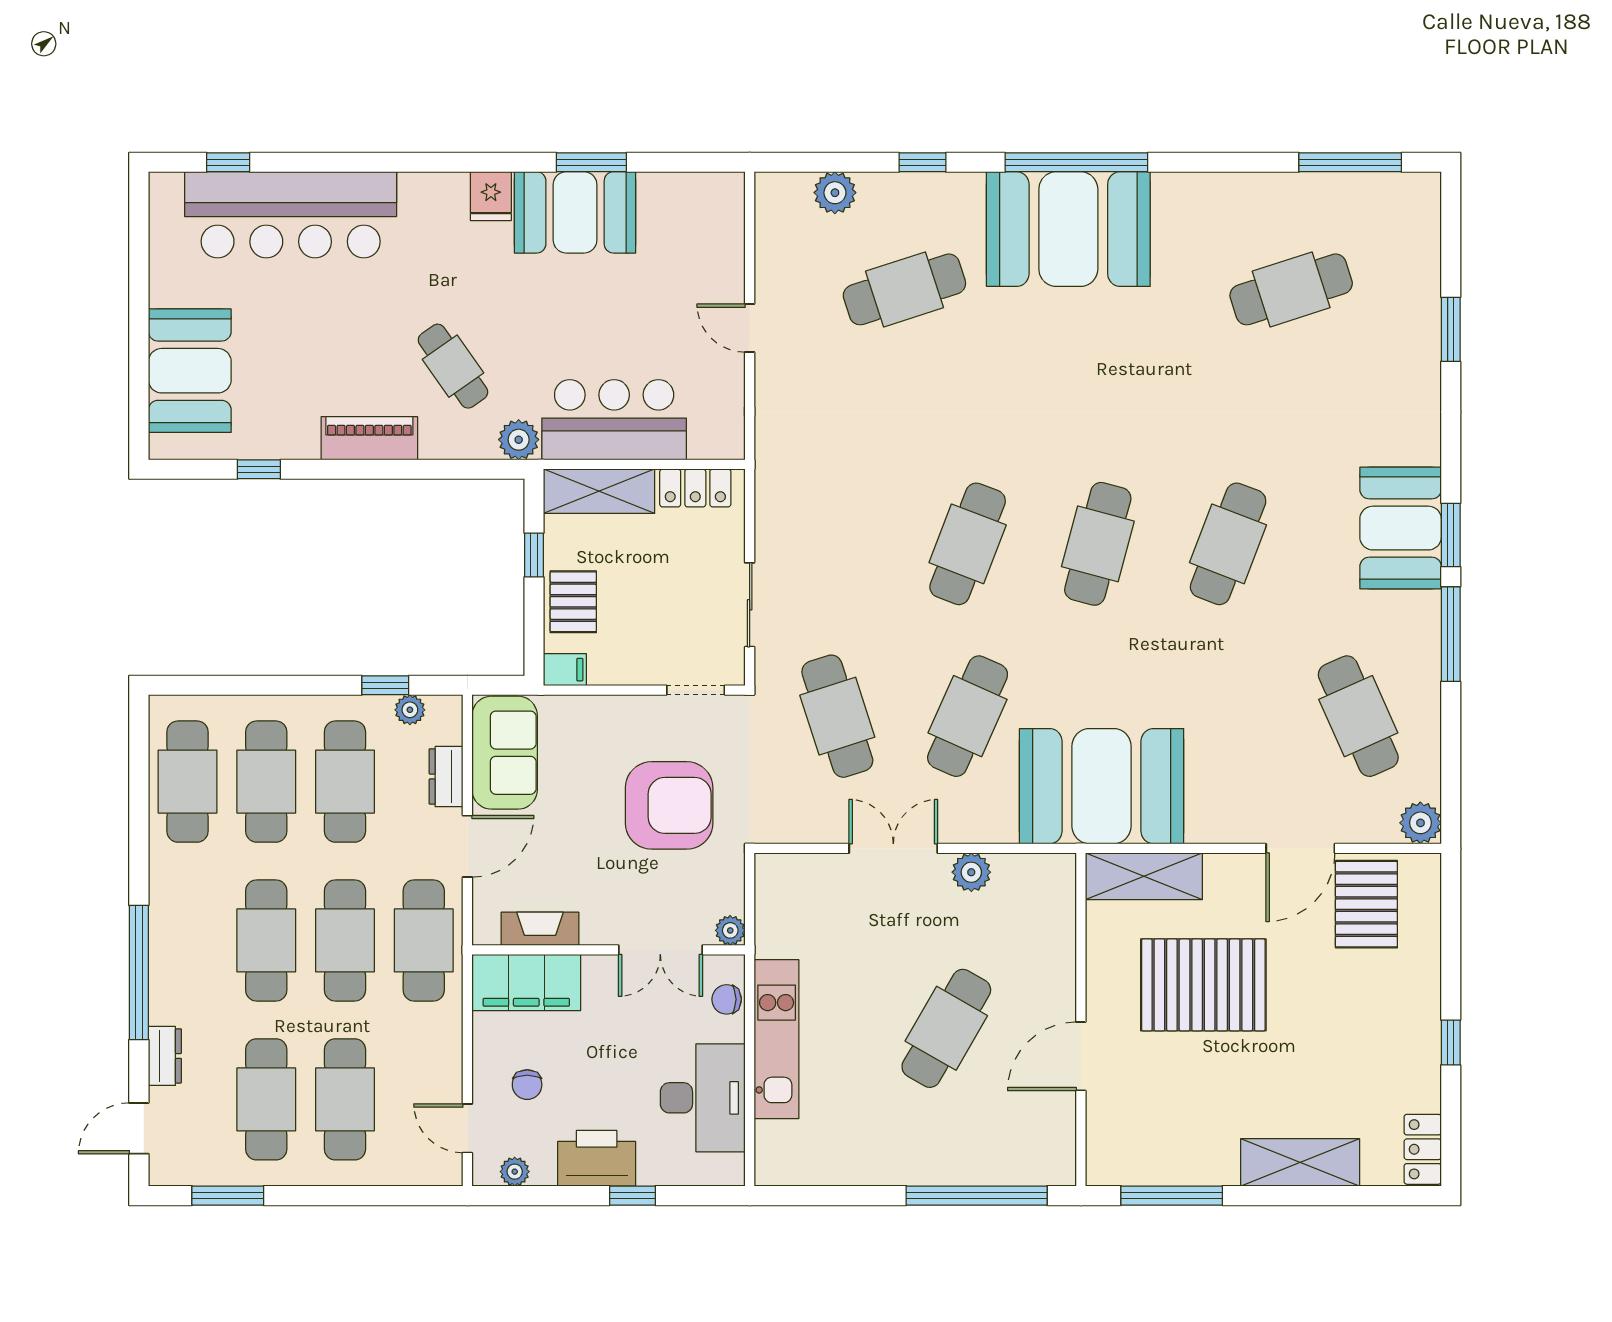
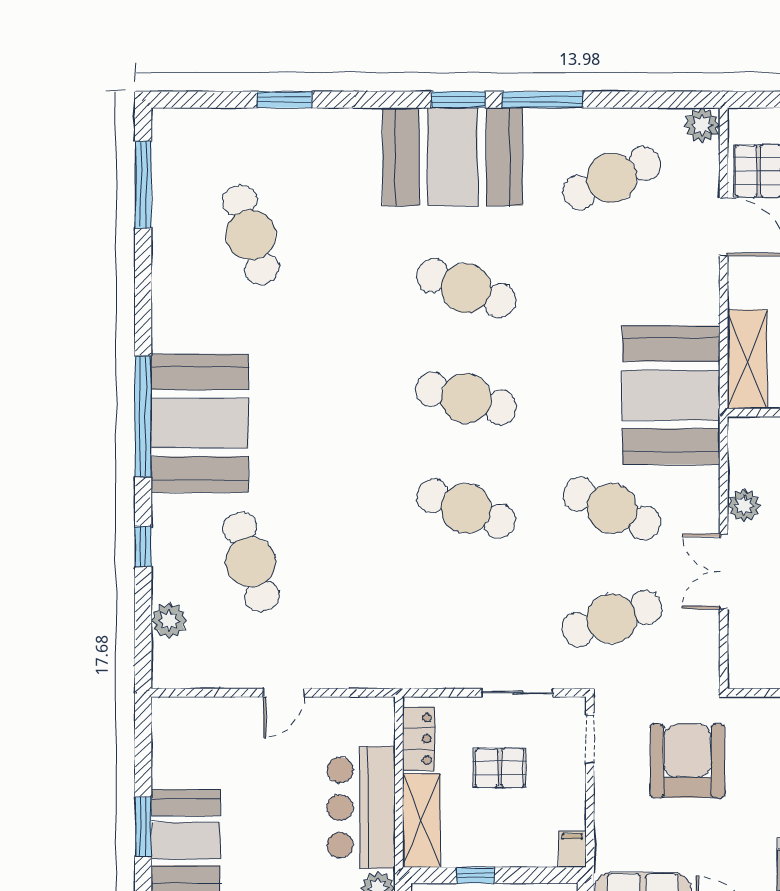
booth: (1401, 528) -> (453, 157), width x1.36, depth x1.42
pallet: (573, 602) -> (500, 768), moved

